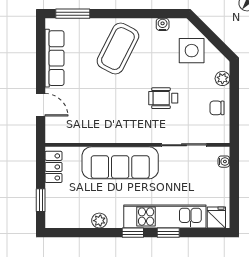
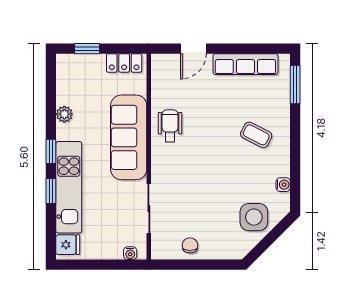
coffee table: (118, 49) -> (256, 135), width x0.54, depth x0.58
plant: (222, 78) -> (223, 251), removed
wheelchair: (163, 98) -> (170, 126), moved

